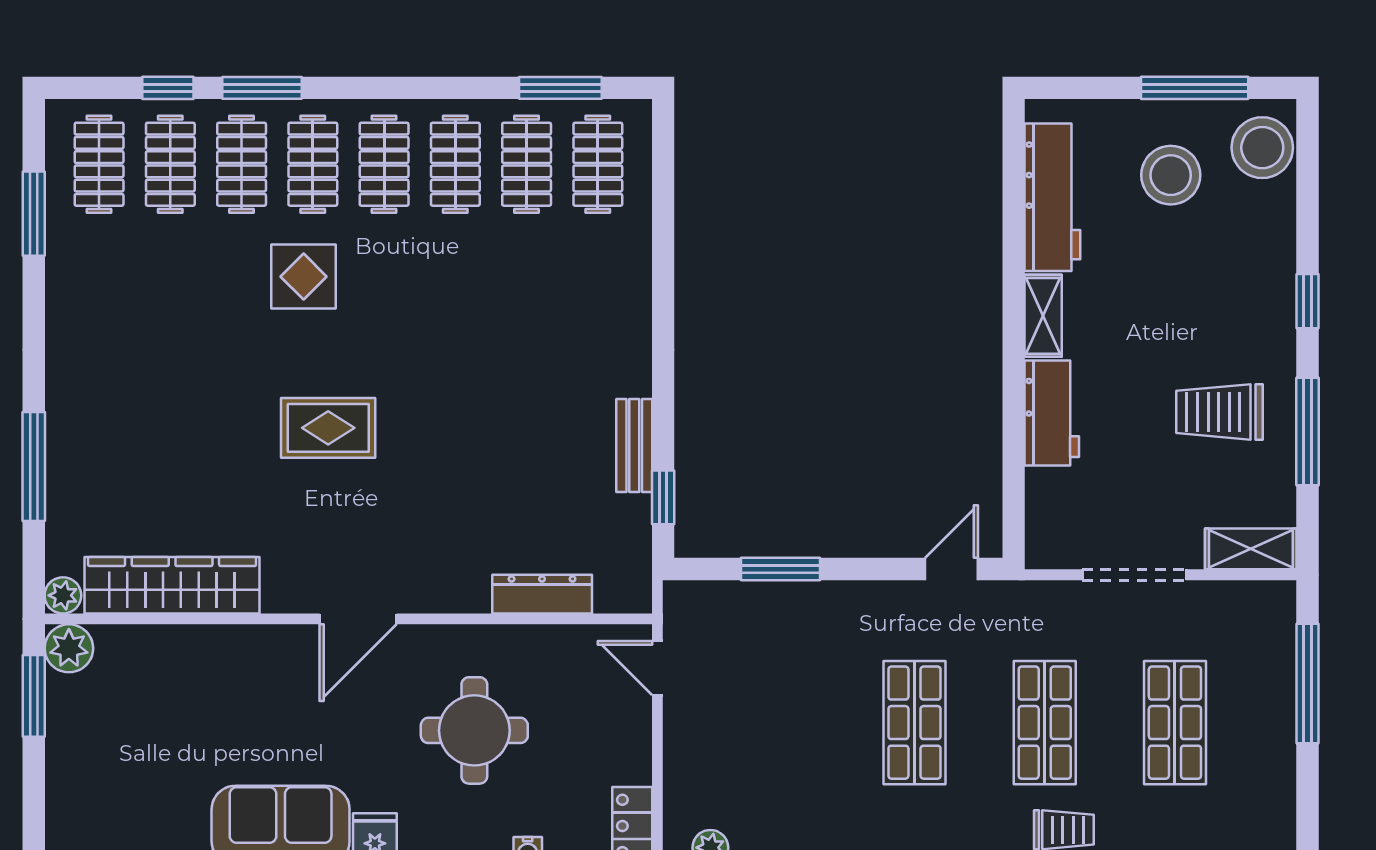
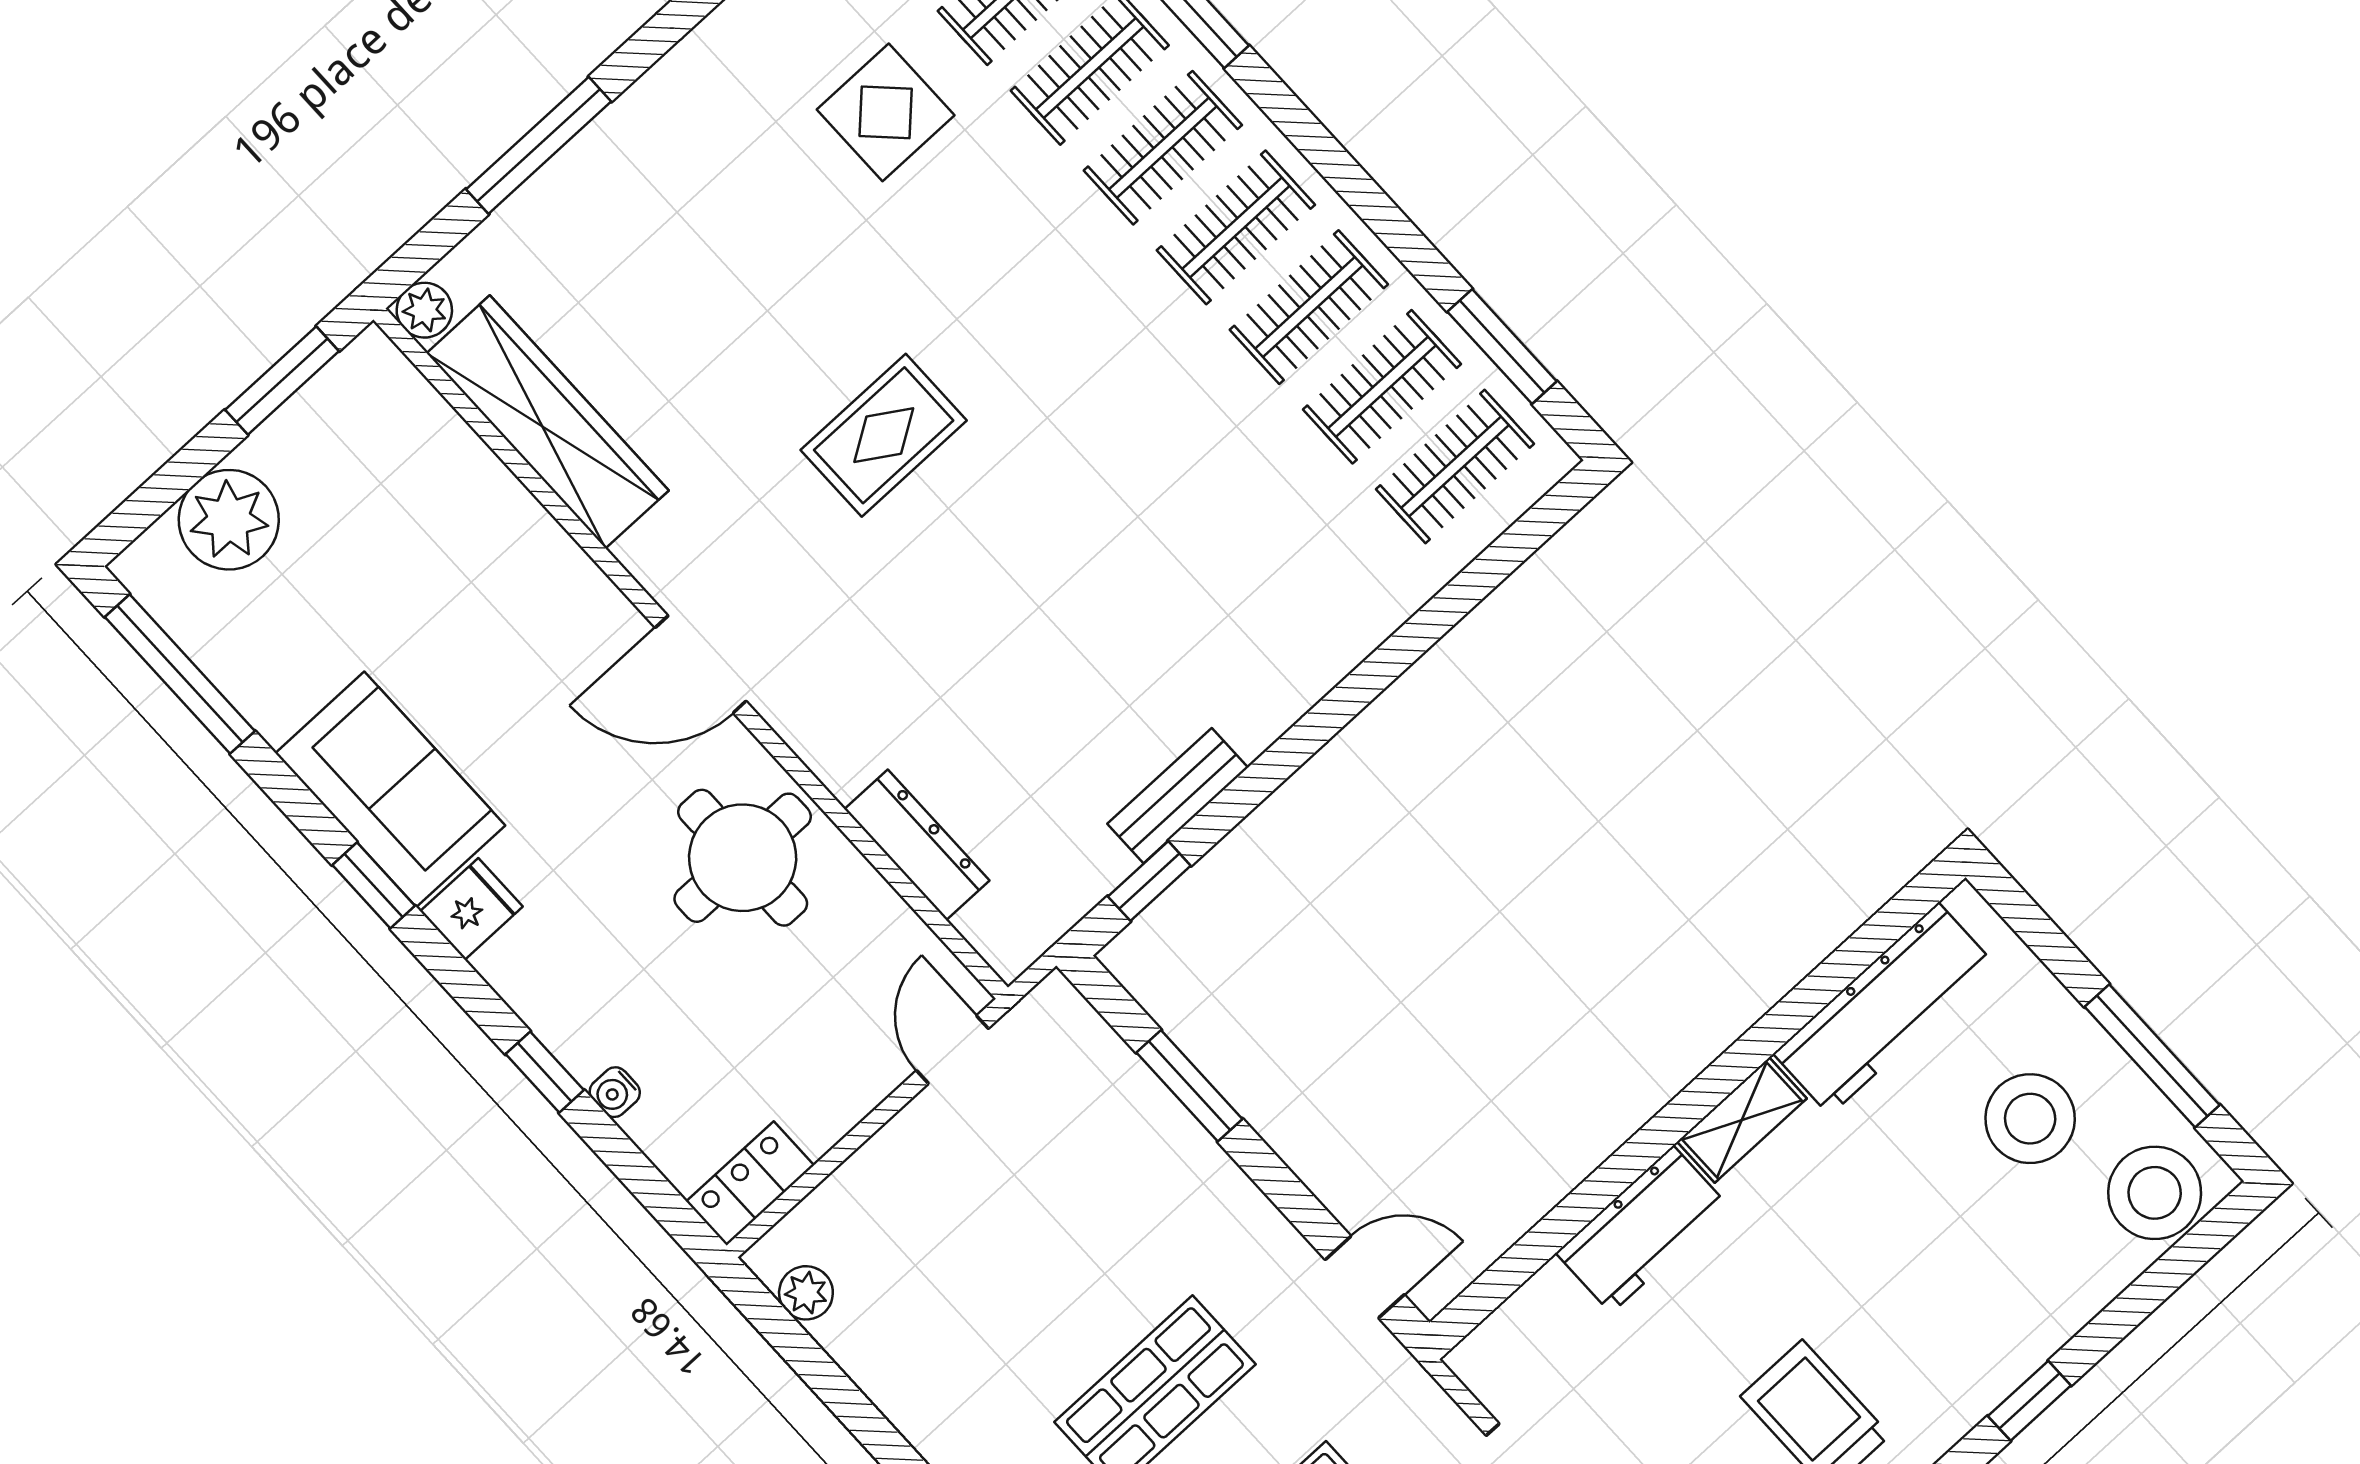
display table: (304, 277) -> (886, 112), moved
rug: (328, 428) -> (884, 435), turned 90
plant: (69, 648) -> (229, 520), moved, width x1.36, depth x1.36
round table: (474, 730) -> (743, 858), moved

